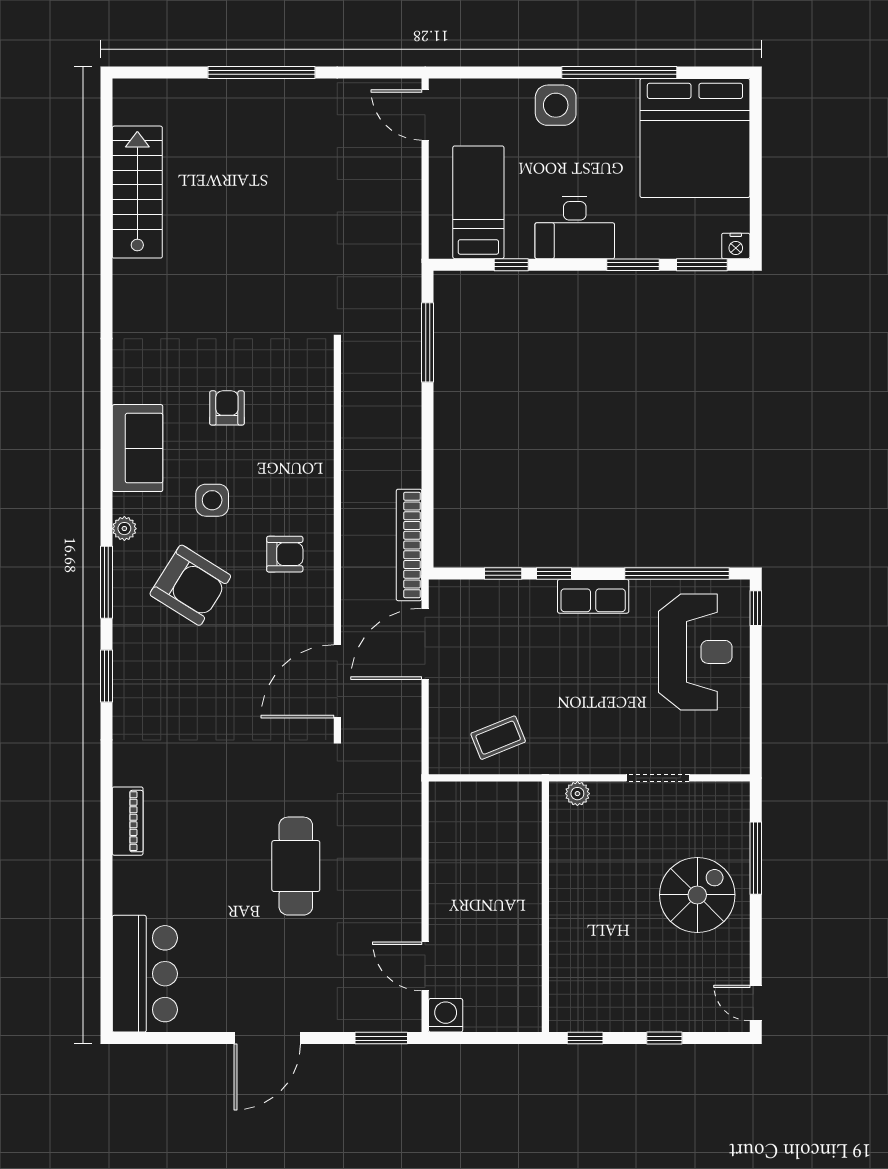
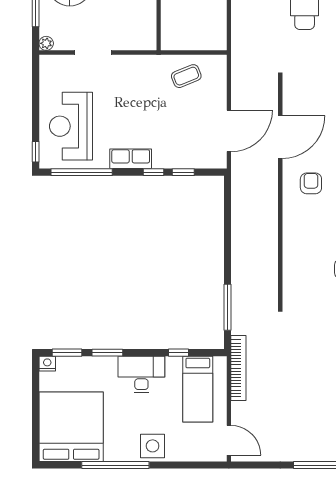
bookcase: (409, 545) -> (238, 368), moved
armchair: (285, 554) -> (311, 183), turned 90
door: (337, 681) -> (280, 137), moved
plant: (577, 794) -> (46, 43), moved

